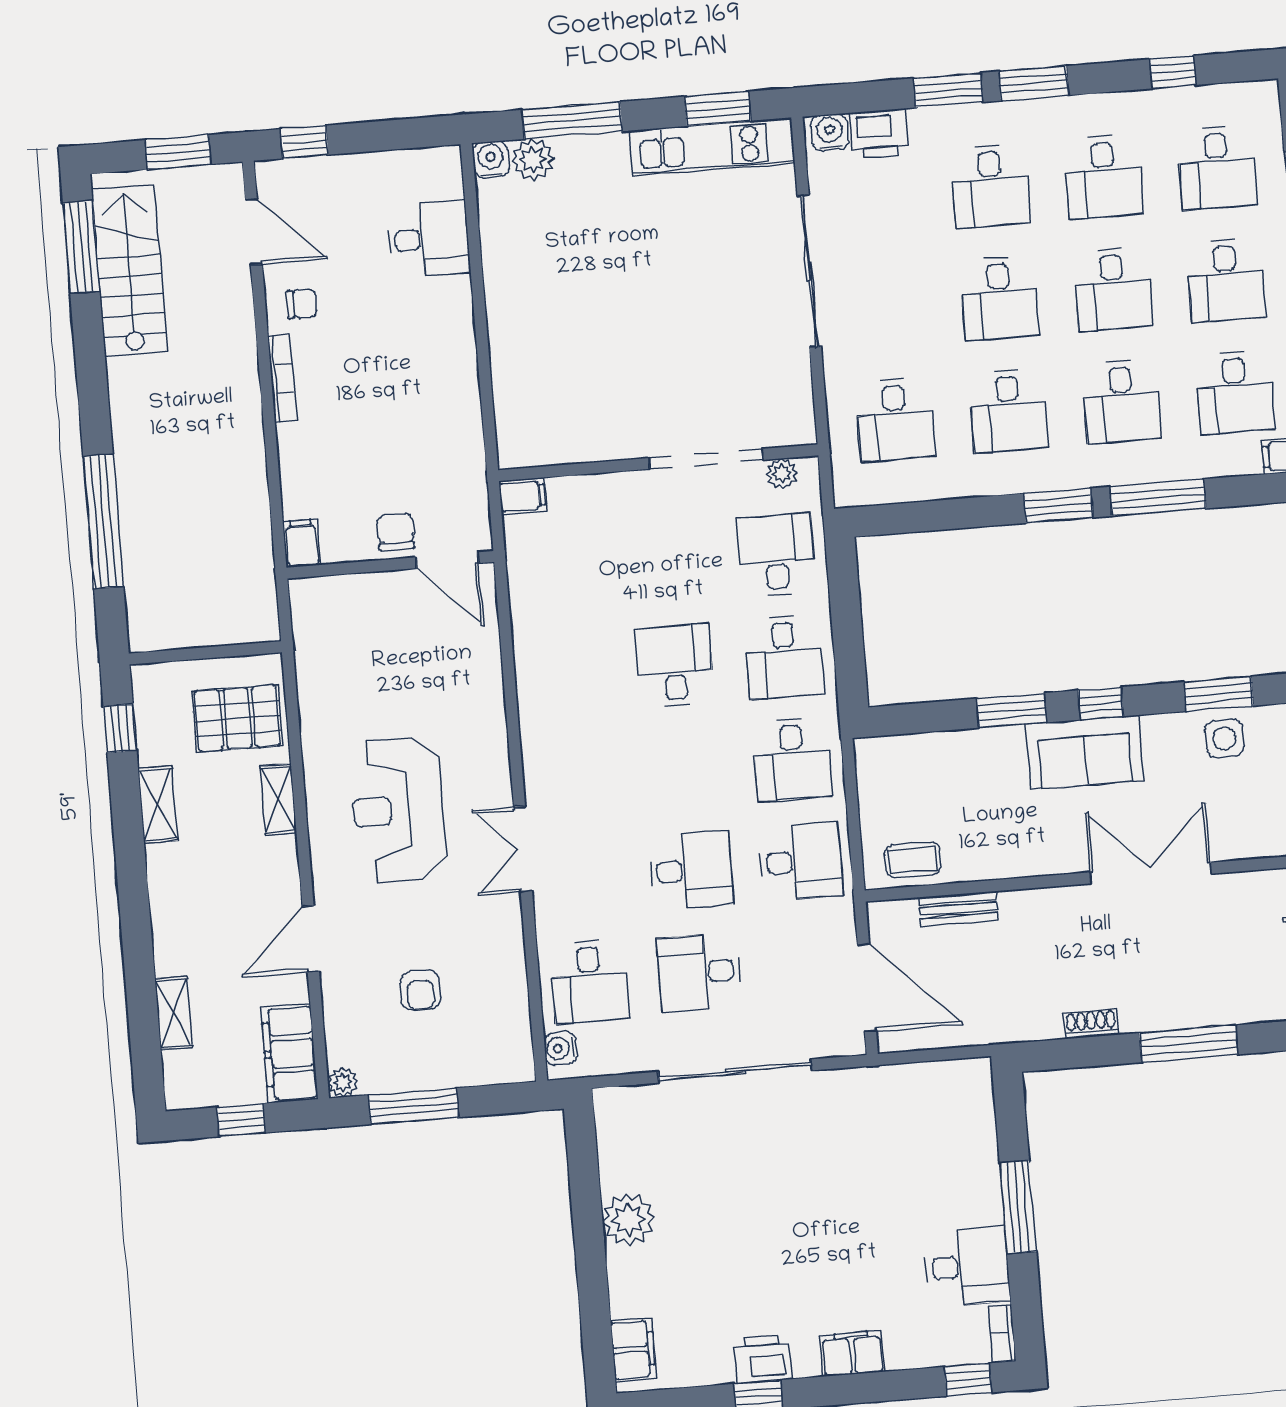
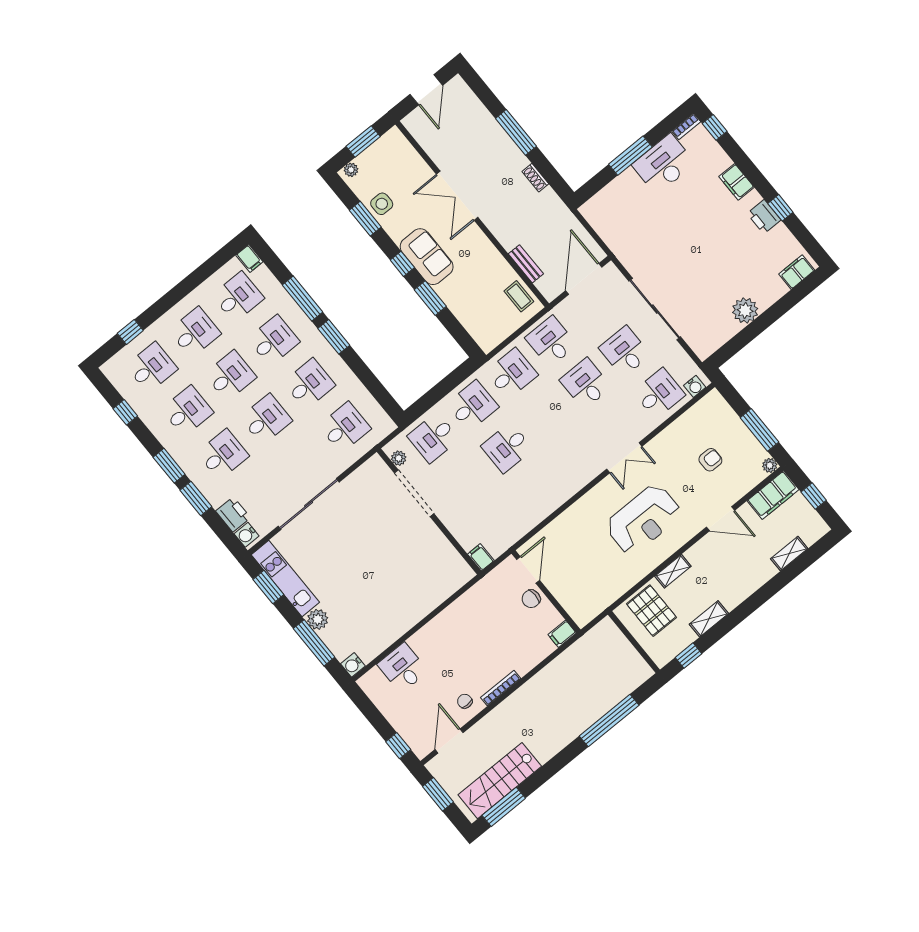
plant: (533, 159) -> (318, 619), moved
desk: (699, 972) -> (625, 351), turned 180
desk: (967, 1267) -> (663, 164), width x1.37

